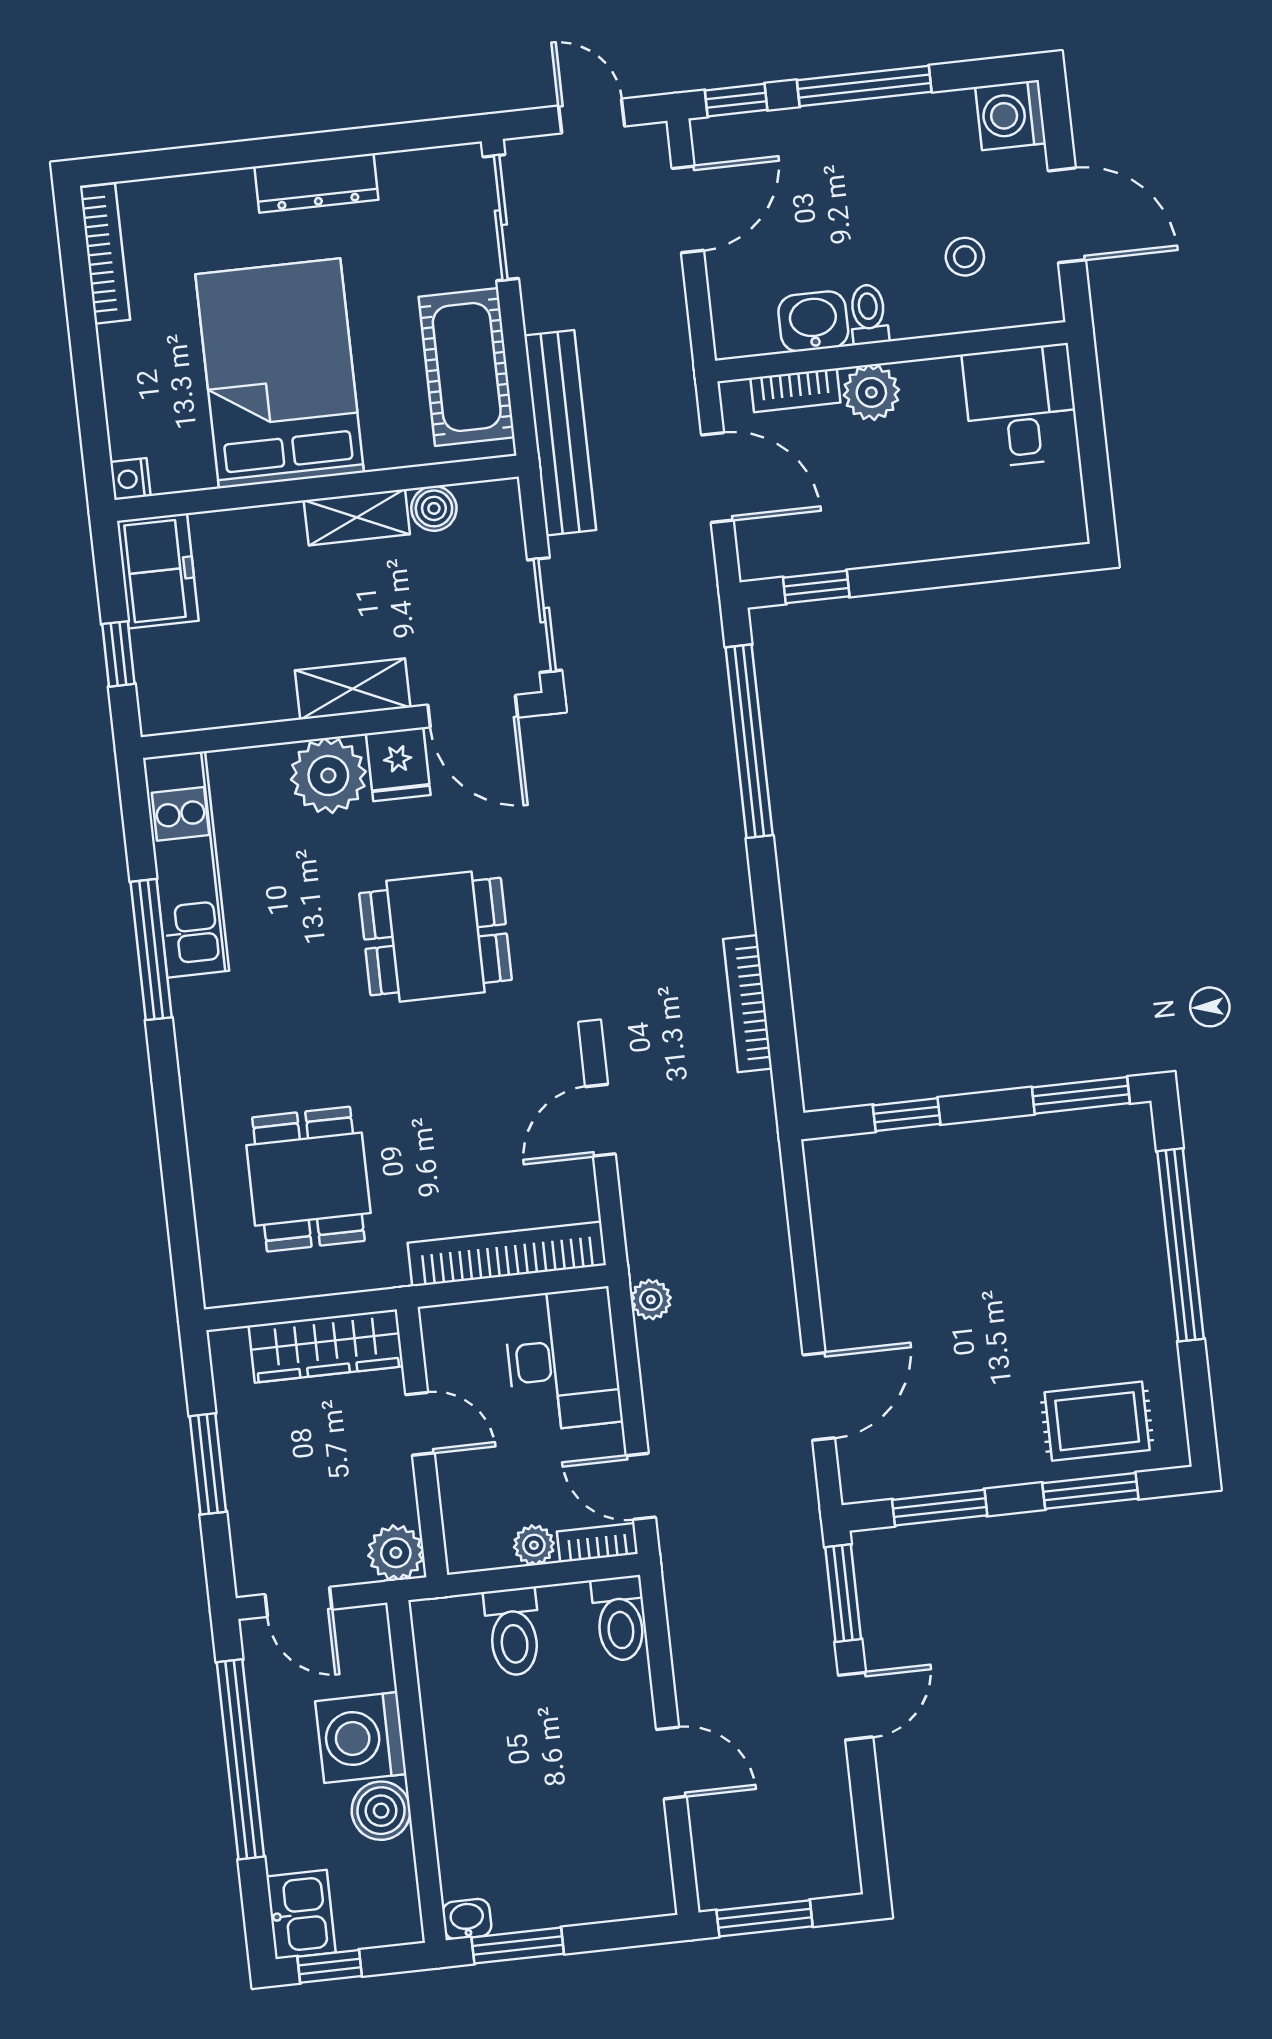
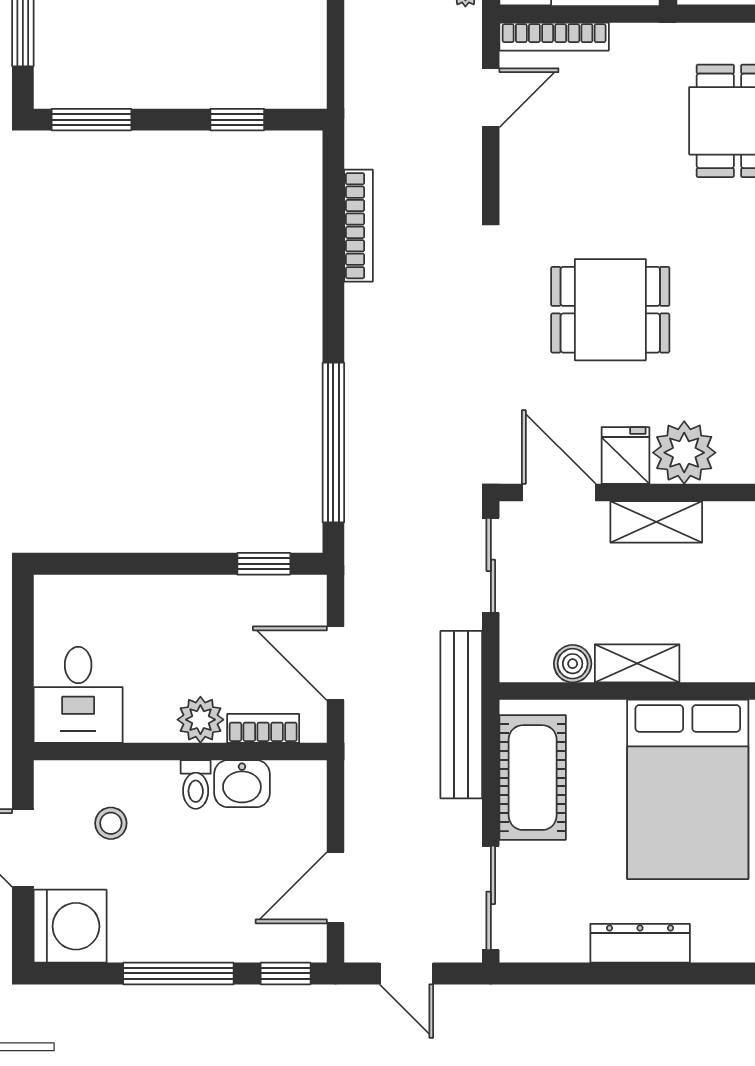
washing machine: (1010, 115) -> (70, 926), width x1.37, depth x1.37
door: (600, 1120) -> (491, 98), moved
bookcase: (507, 1254) -> (554, 37), width x0.68, depth x0.76

